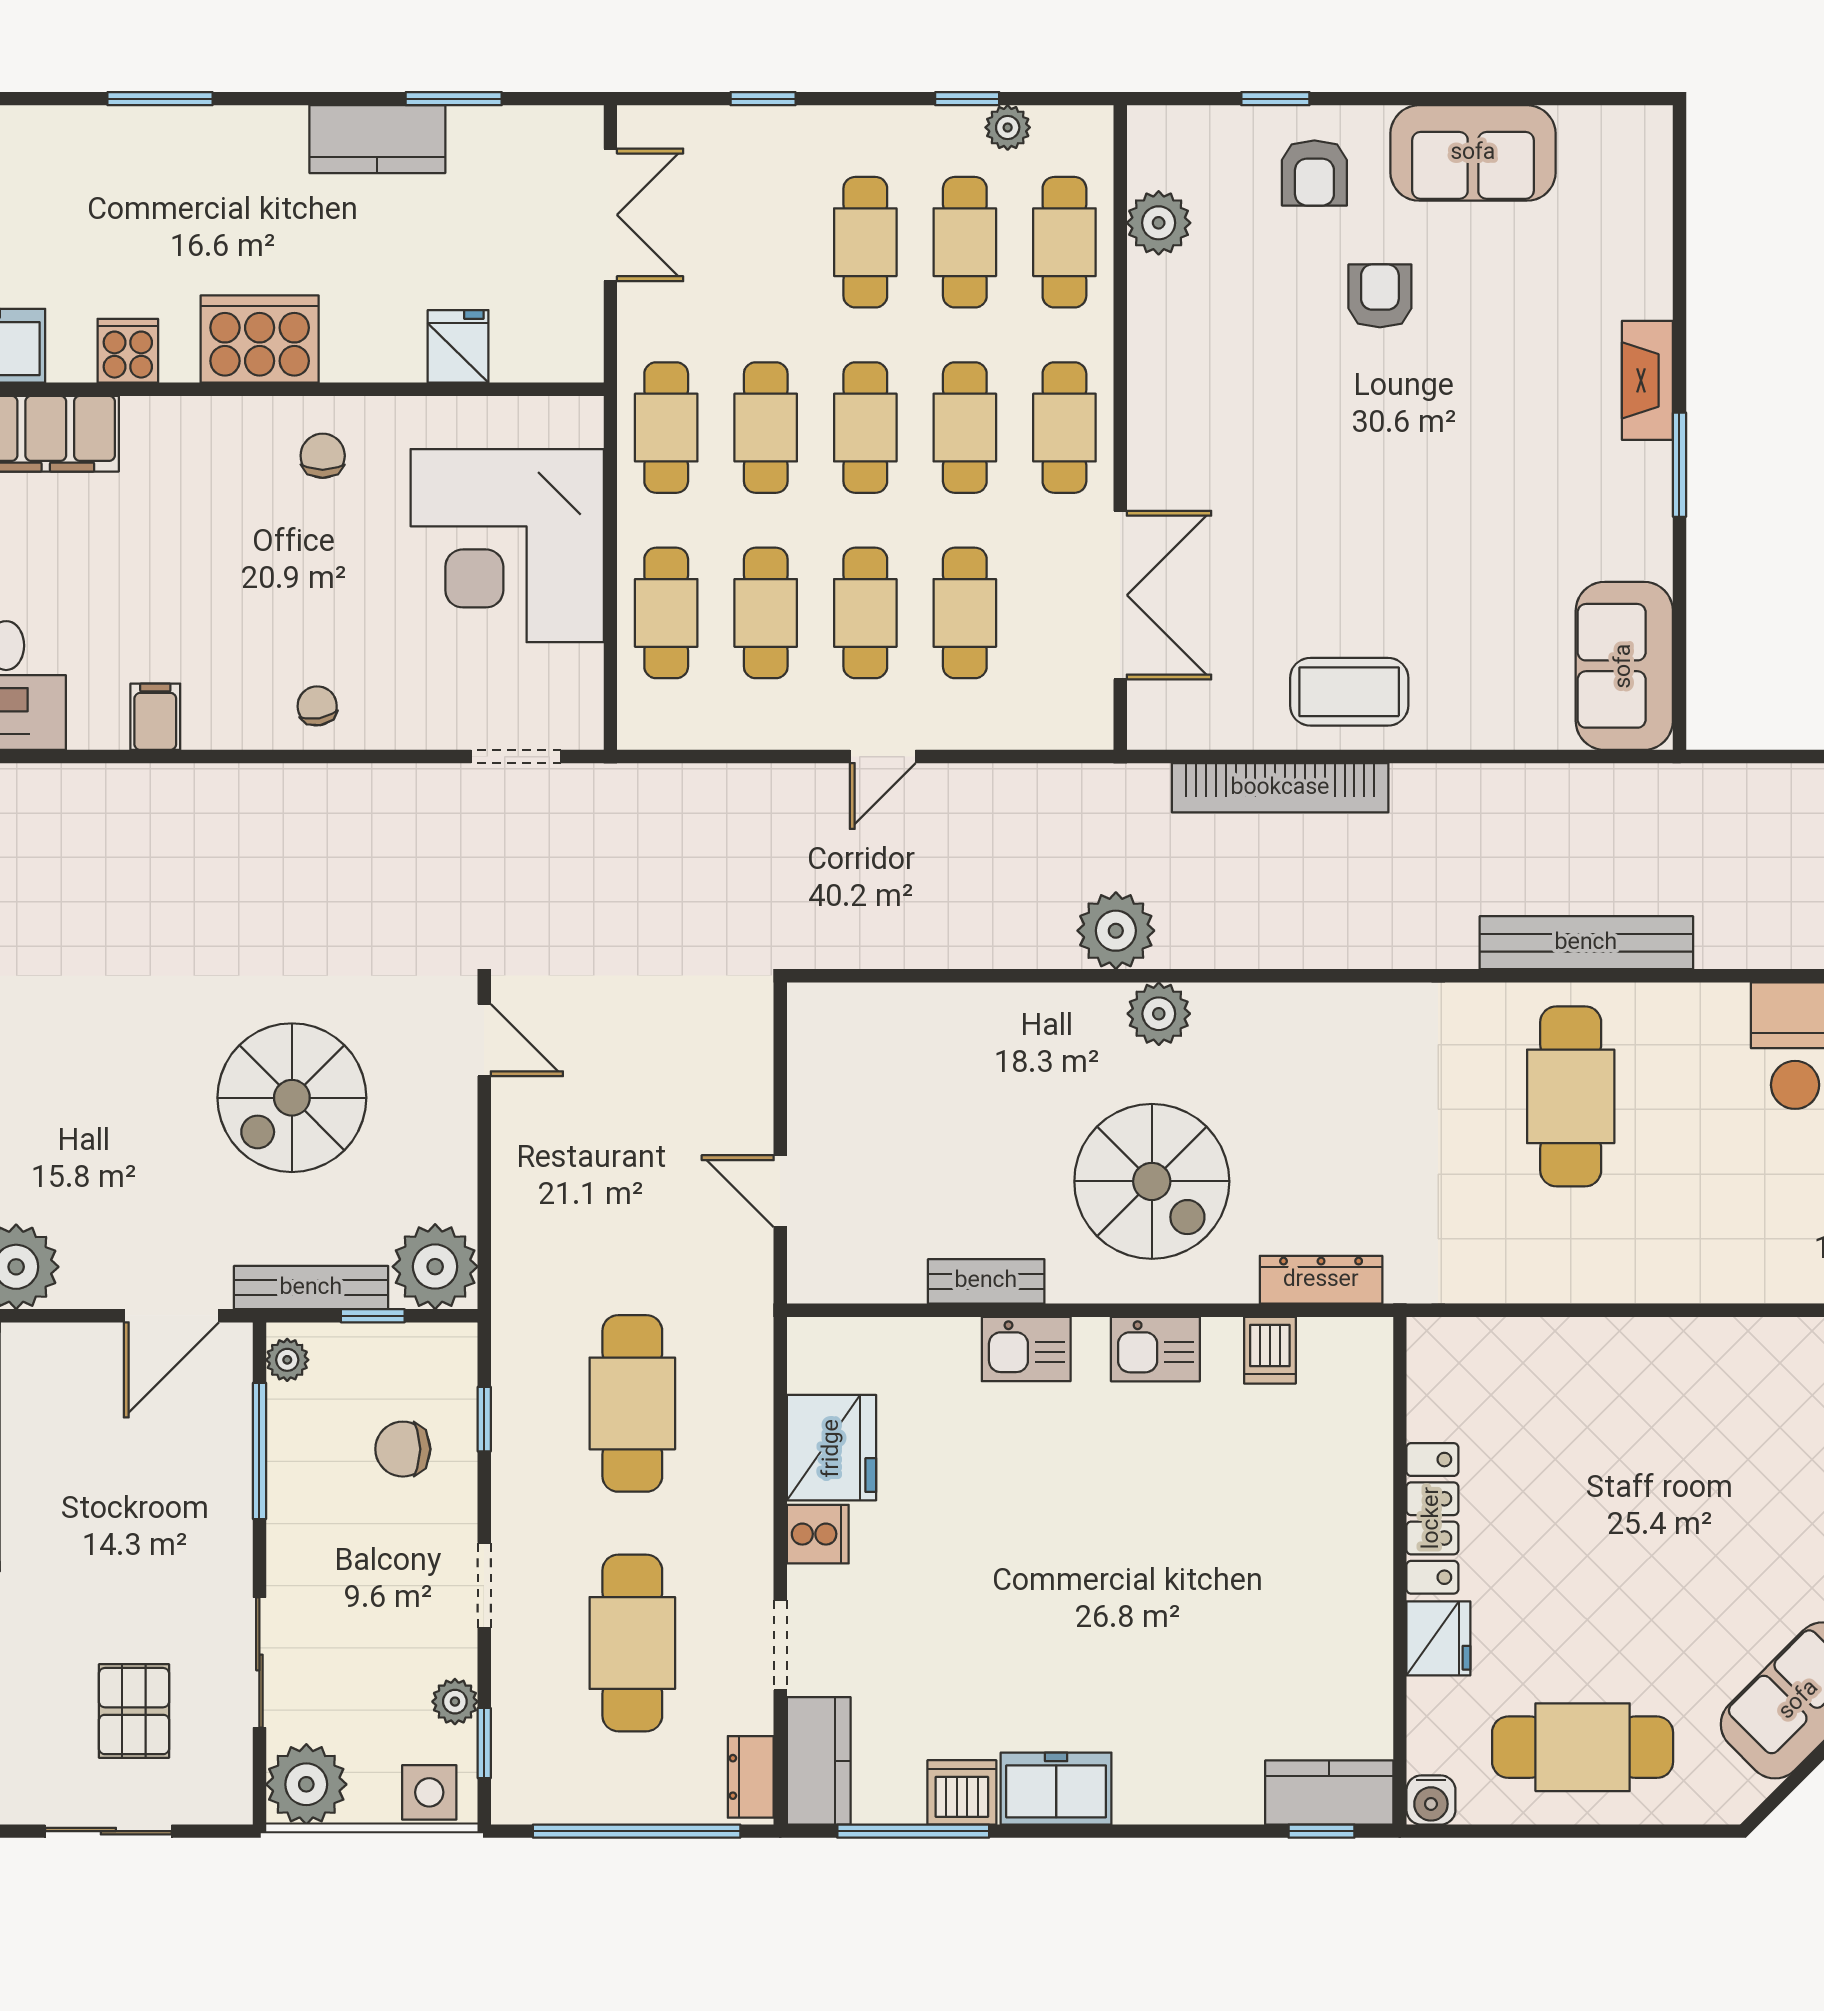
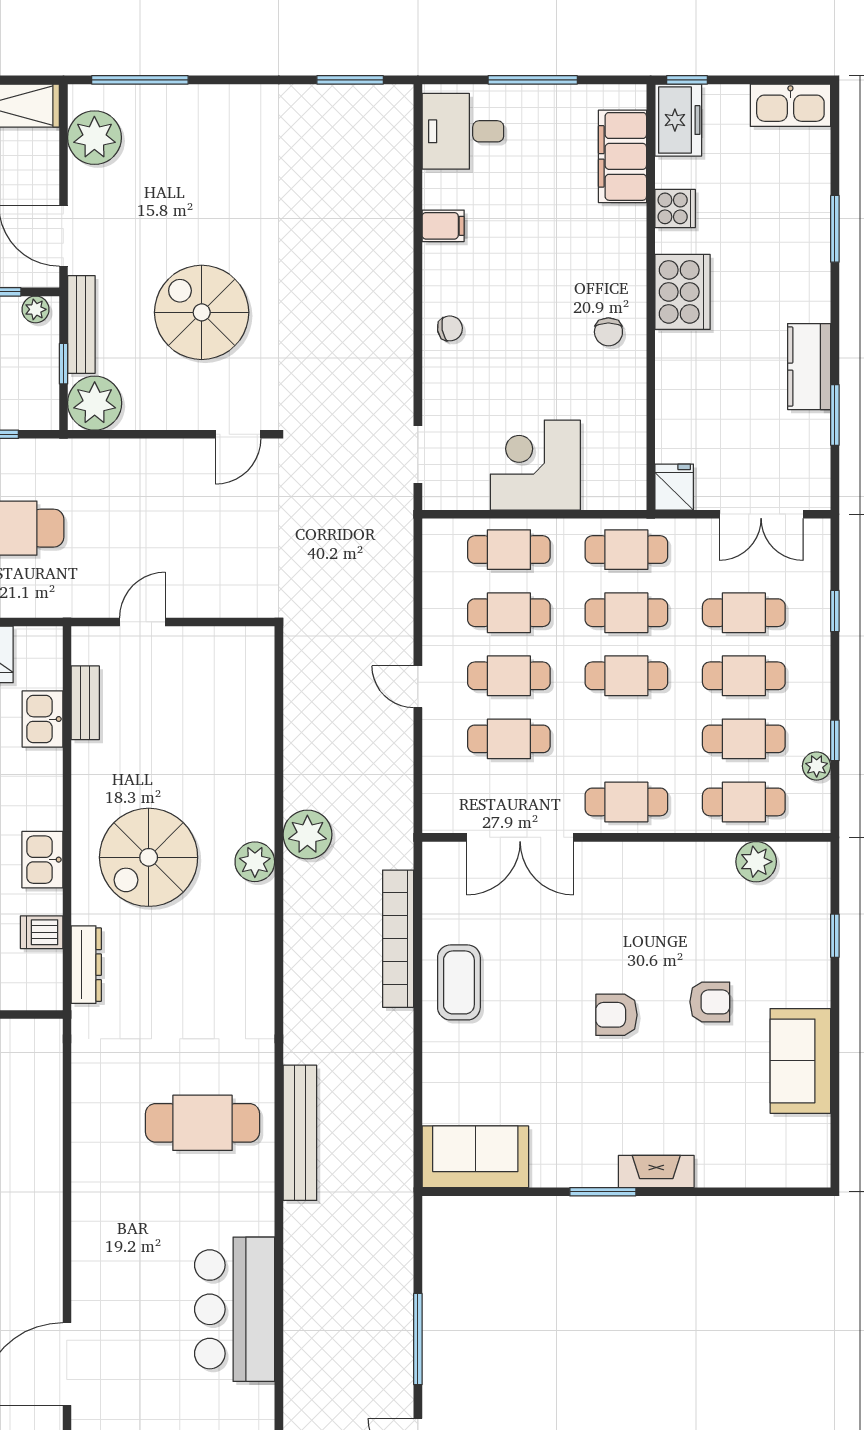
armchair: (1314, 173) -> (616, 1015), moved
fridge: (458, 346) -> (674, 487), moved, turned -90
cafe table: (965, 428) -> (744, 613), moved
chair: (323, 456) -> (608, 332), turned 90
corner desk: (507, 546) -> (535, 465), width x0.74, depth x0.74
bench: (986, 1281) -> (85, 703), moved
kitchen sink: (1026, 1349) -> (42, 719), moved

